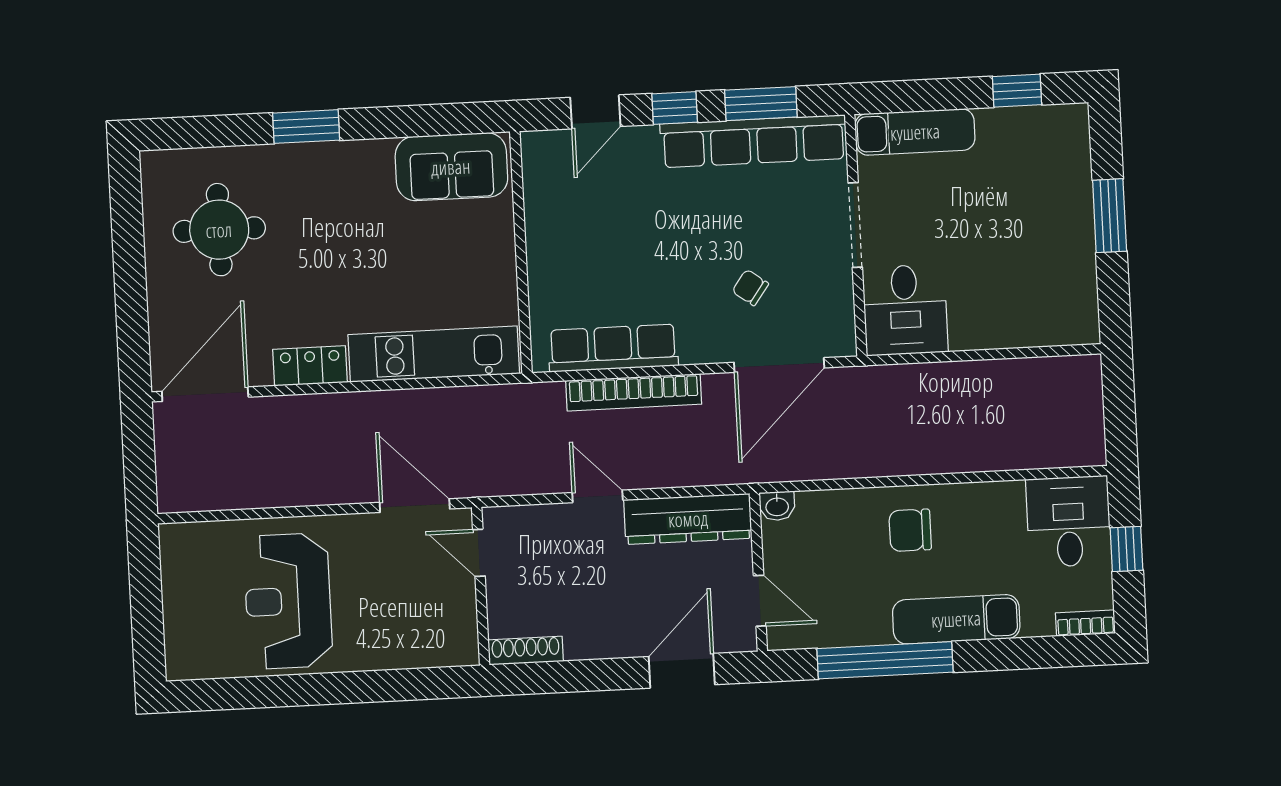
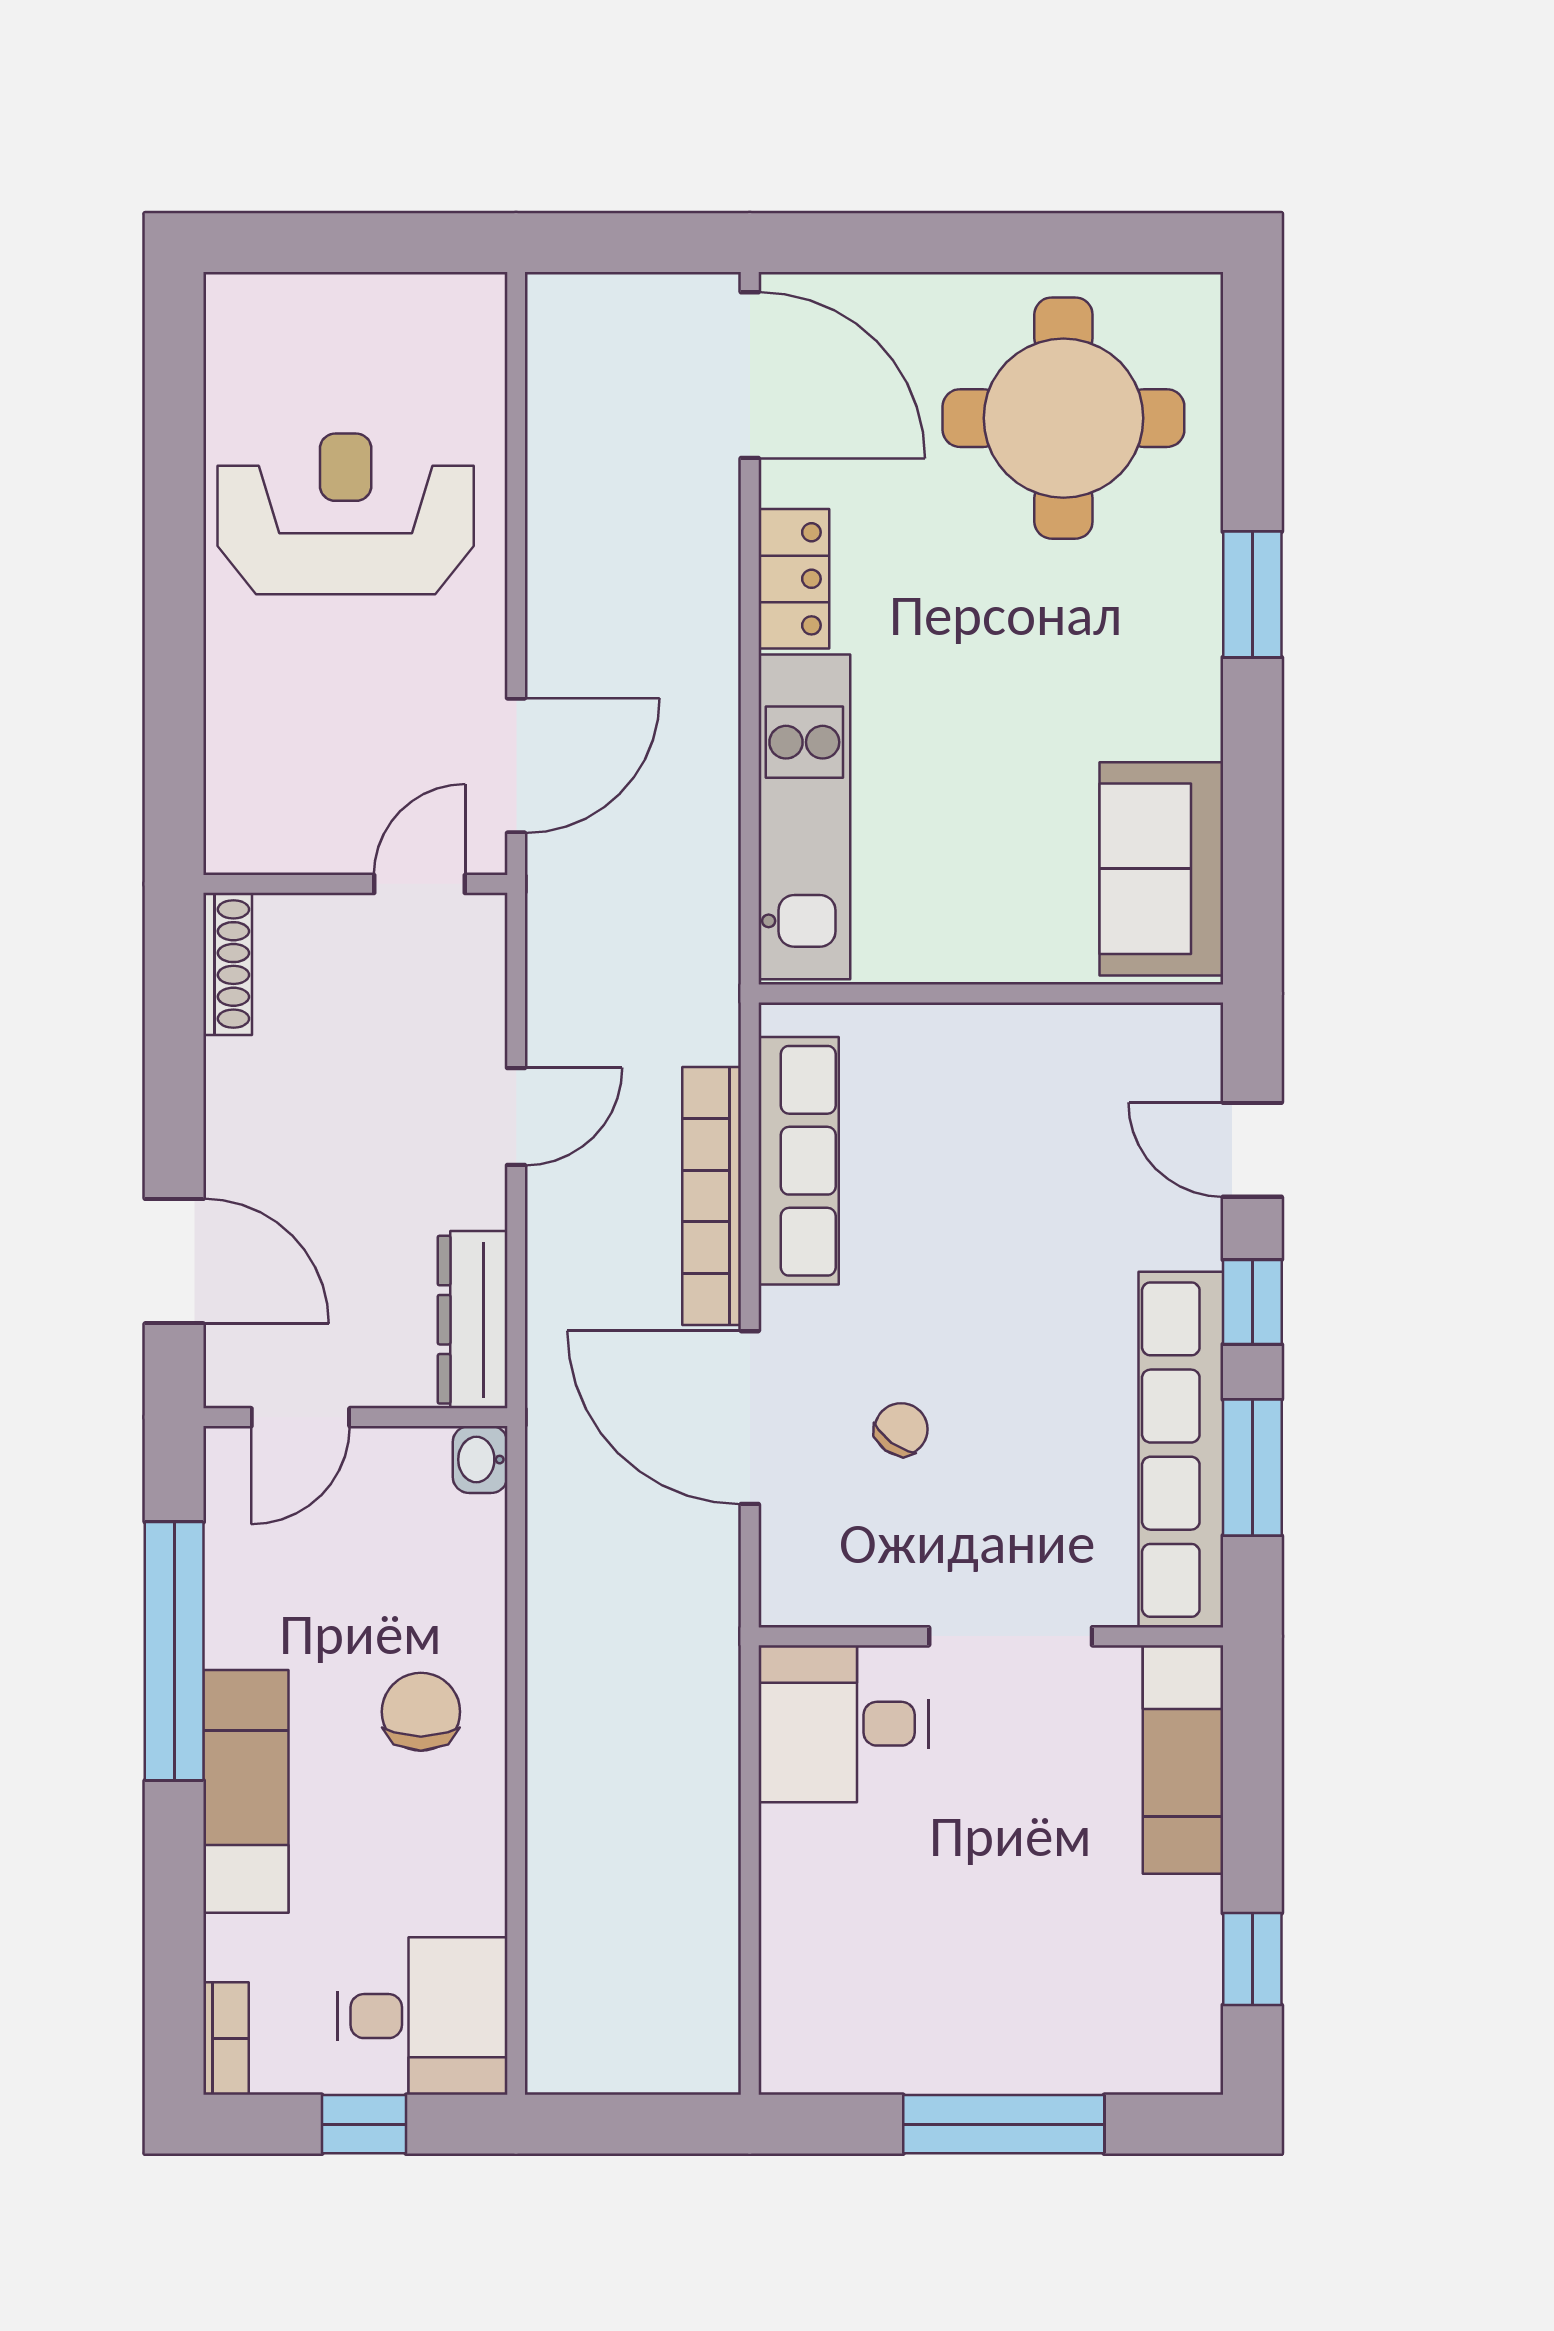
window: (1110, 216) -> (1004, 2124), width x1.44
round table: (219, 230) -> (1063, 418), width x1.36, depth x1.36
door: (779, 365) -> (750, 1418), moved
dresser: (688, 519) -> (473, 1320), width x0.73, depth x0.80

